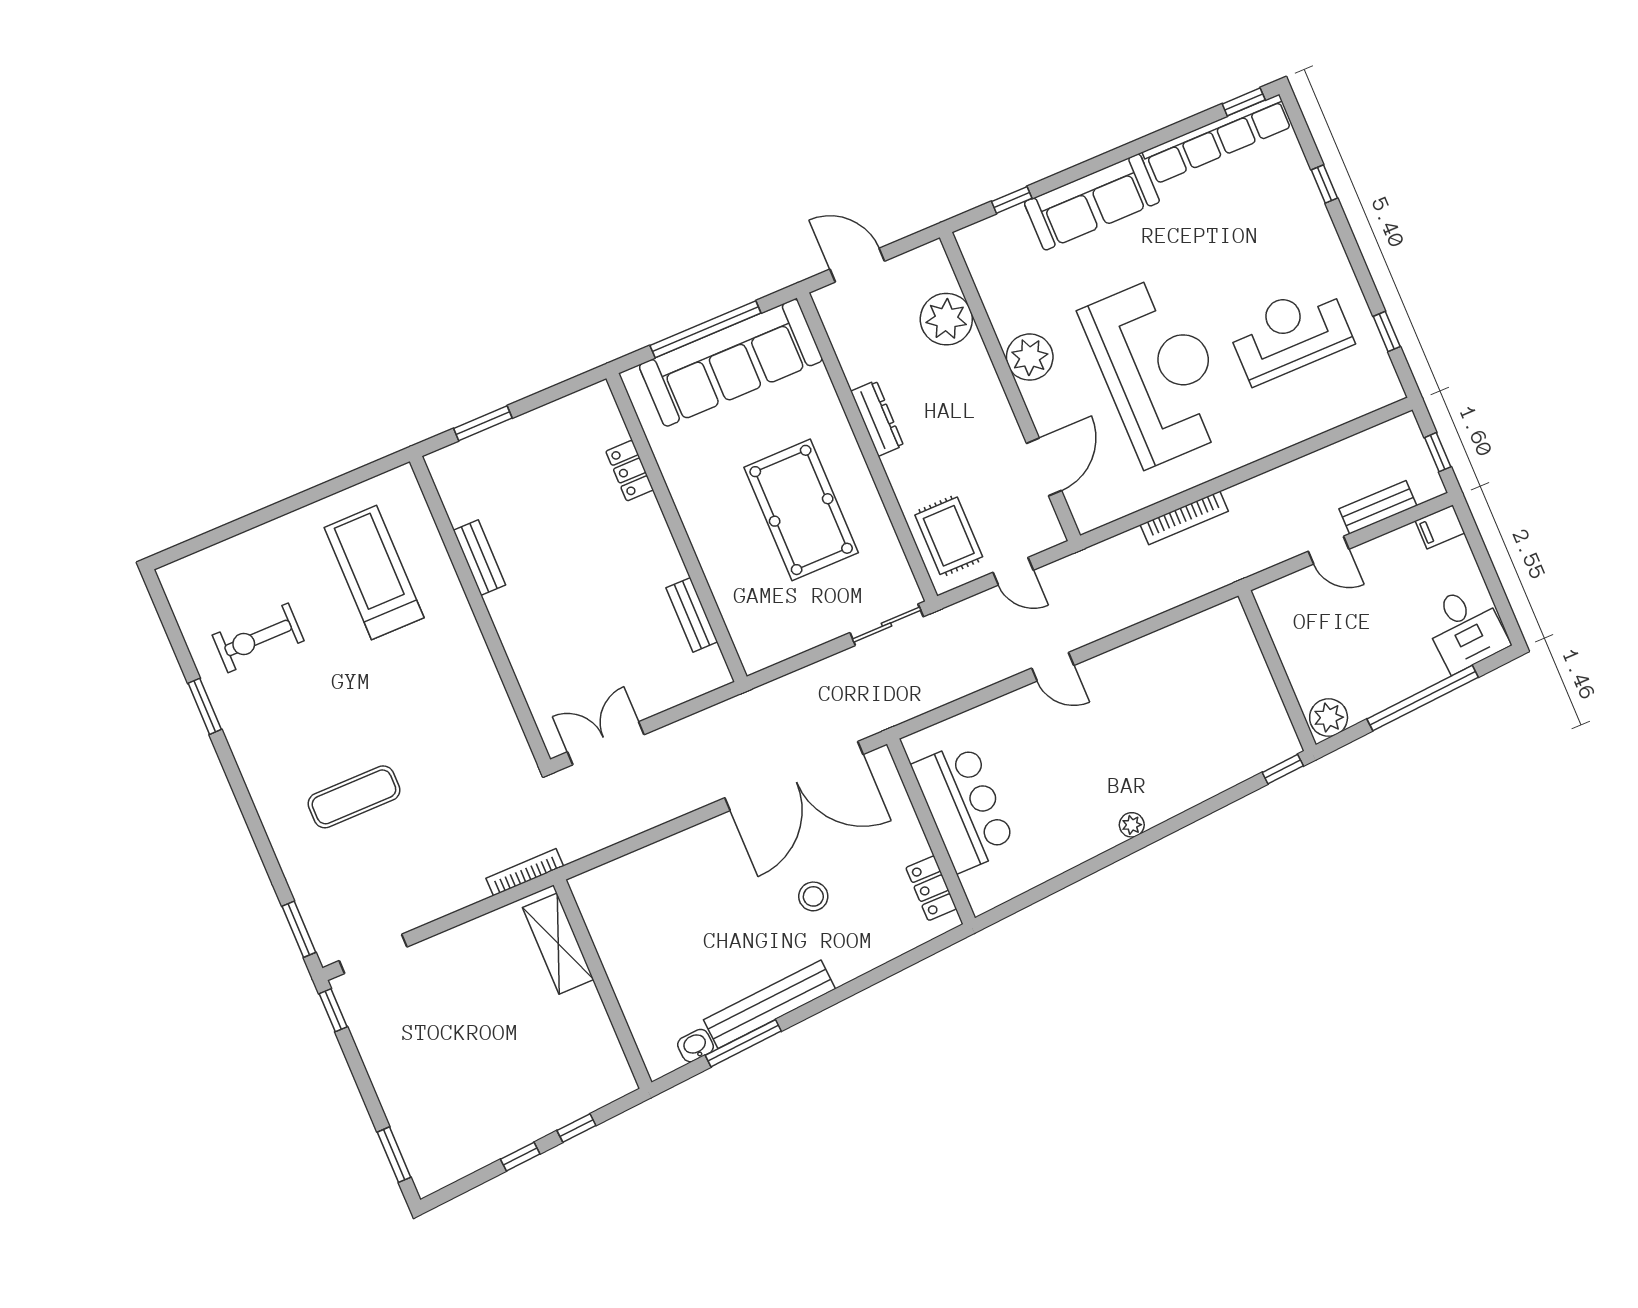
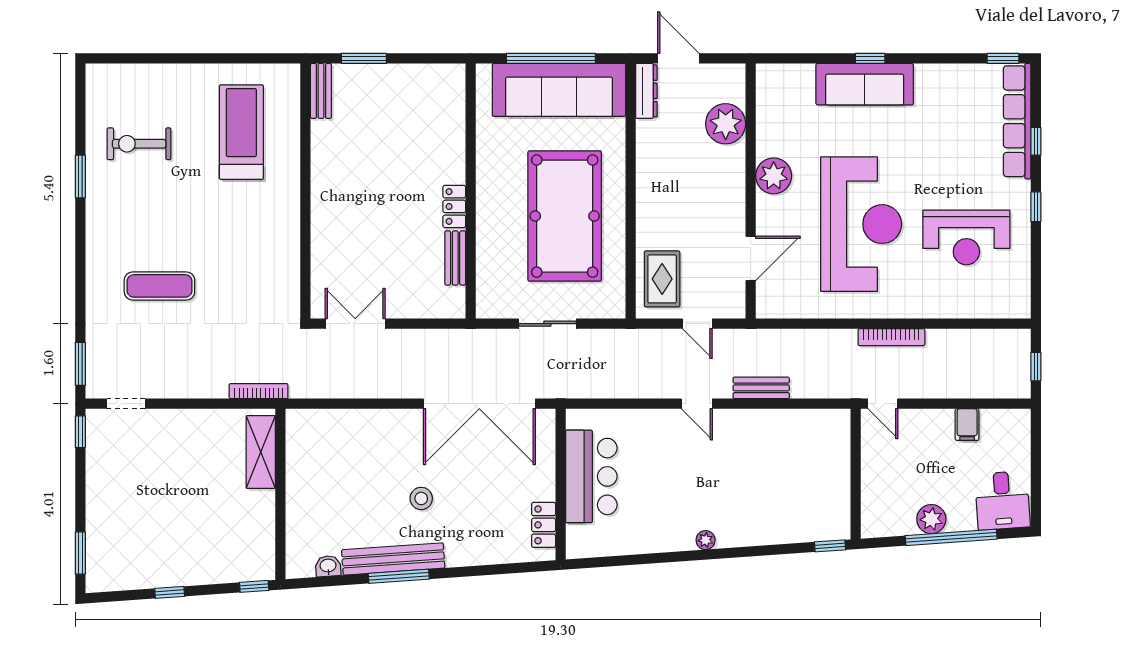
row of seats: (1217, 139) -> (1017, 121), moved, turned 90
window: (1012, 200) -> (870, 58), moved
window: (1387, 331) -> (1036, 207), moved
reception desk: (1290, 333) -> (966, 238), turned 180
dresser: (877, 418) -> (646, 91), moved
locker: (630, 471) -> (454, 206), moved
bench: (1378, 507) -> (761, 388), moved
pool table: (801, 510) -> (565, 216), width x1.36, depth x1.32
bookcase: (1184, 518) -> (891, 337), moved
filing cabinet: (1440, 527) -> (967, 424), moved, turned -90
door: (1329, 550) -> (883, 404), moved
bench: (479, 558) -> (321, 91), moved
sliding door: (887, 625) -> (547, 324), moved
plant: (1329, 718) -> (931, 519), moved
stool: (813, 896) -> (421, 498), moved
doorway: (373, 954) -> (126, 404), width x0.73
window: (743, 1043) -> (399, 576), moved
window: (576, 1128) -> (254, 586), moved

